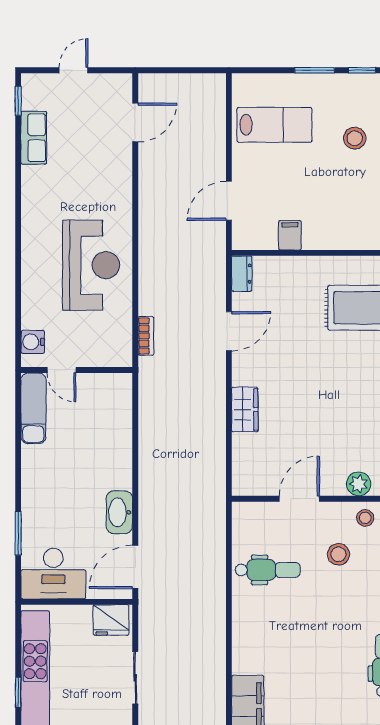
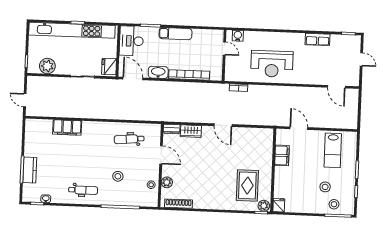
row of seats: (34, 138) -> (318, 39), moved
filing cabinet: (290, 235) -> (282, 155), width x2.00
dresser: (242, 274) -> (172, 129), moved
door: (229, 331) -> (223, 125), moved
door: (62, 370) -> (224, 48), swing flipped
exam couch: (33, 408) -> (175, 34), moved
wardrobe: (245, 410) -> (191, 131), moved
bookcase: (122, 445) -> (189, 75), added
stool: (339, 554) -> (118, 176), moved
dental chair: (268, 570) -> (129, 139), turned 85

